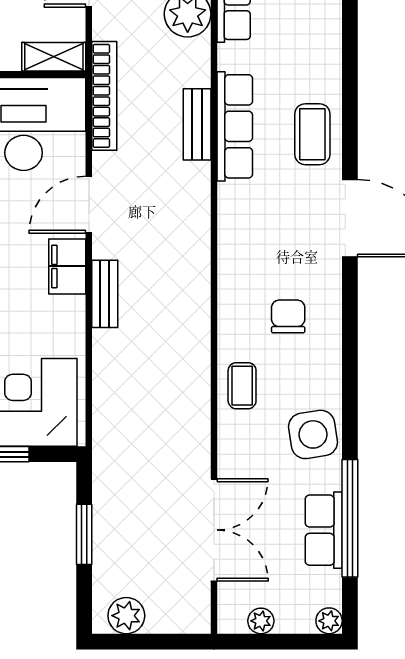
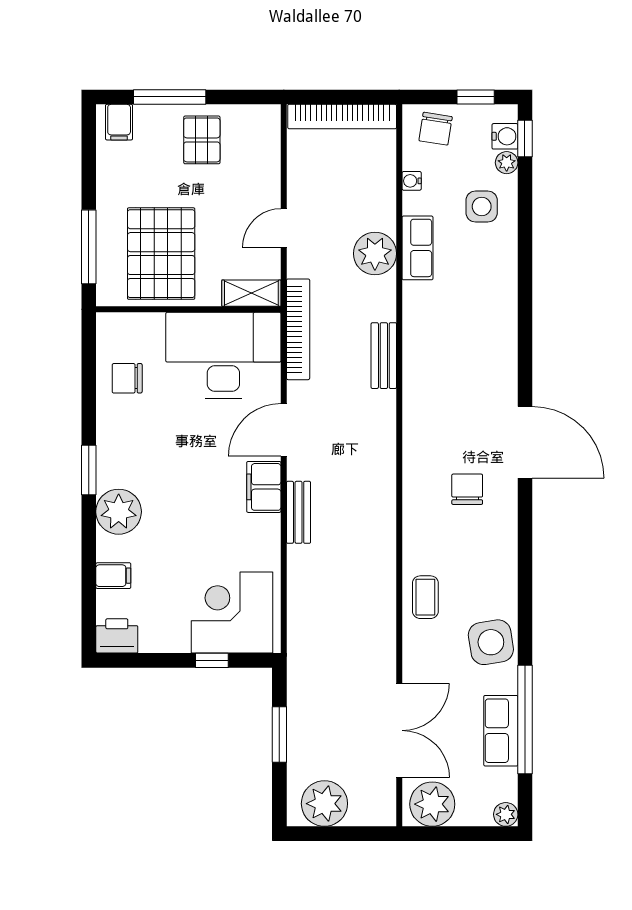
row of seats: (235, 126) -> (419, 357), removed
coffee table: (312, 134) -> (490, 365), removed
chair: (288, 316) -> (467, 489), moved
plant: (126, 616) -> (324, 804), width x1.36, depth x1.36
plant: (261, 621) -> (432, 804), width x1.88, depth x1.88

